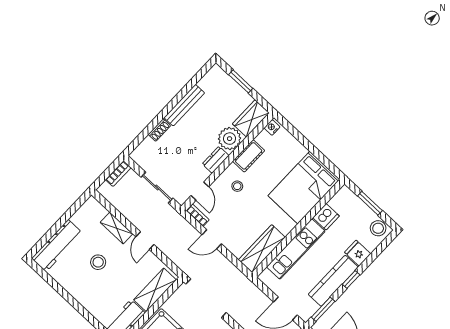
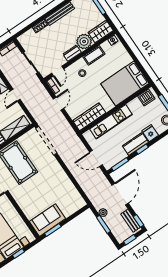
dishwasher: (326, 217) -> (146, 98), moved
door: (212, 239) -> (58, 104), swing flipped
kitchen counter: (333, 281) -> (135, 144), width x0.67

